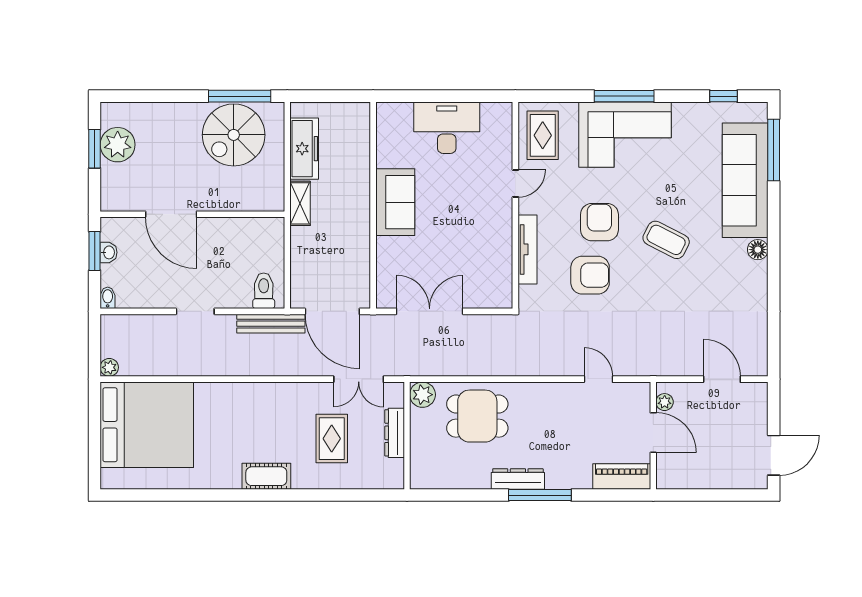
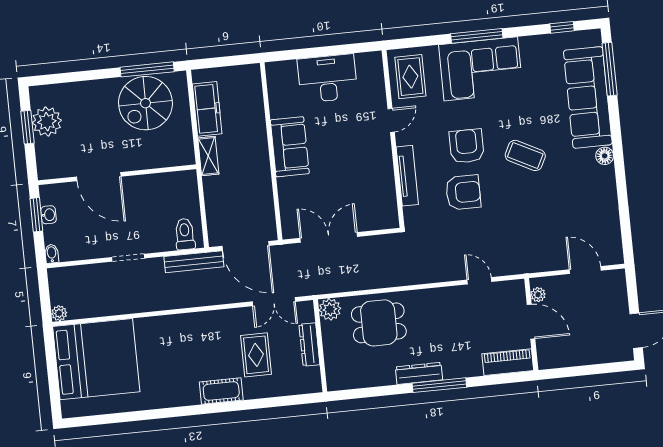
cot: (266, 476) -> (221, 391), moved

